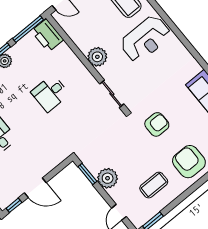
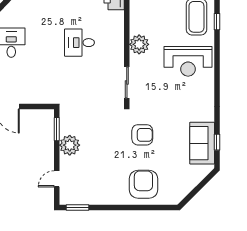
coffee table: (154, 185) -> (101, 180), removed

